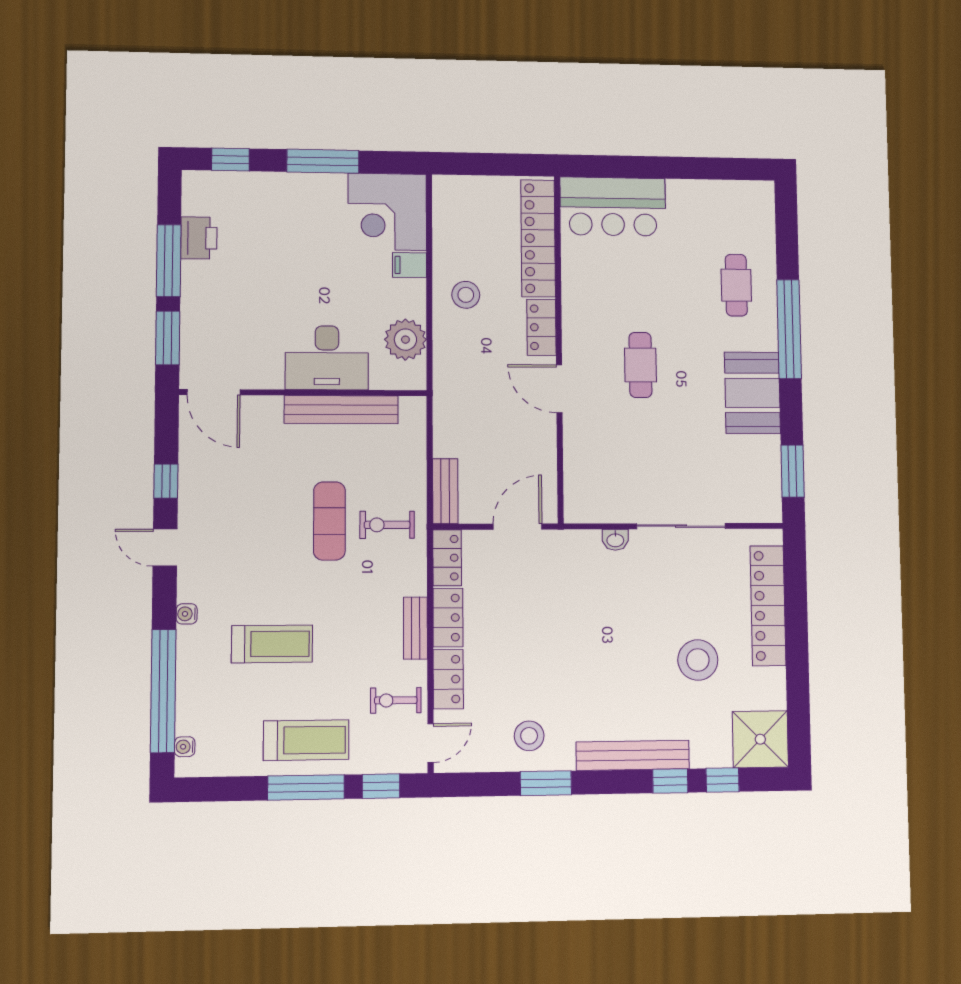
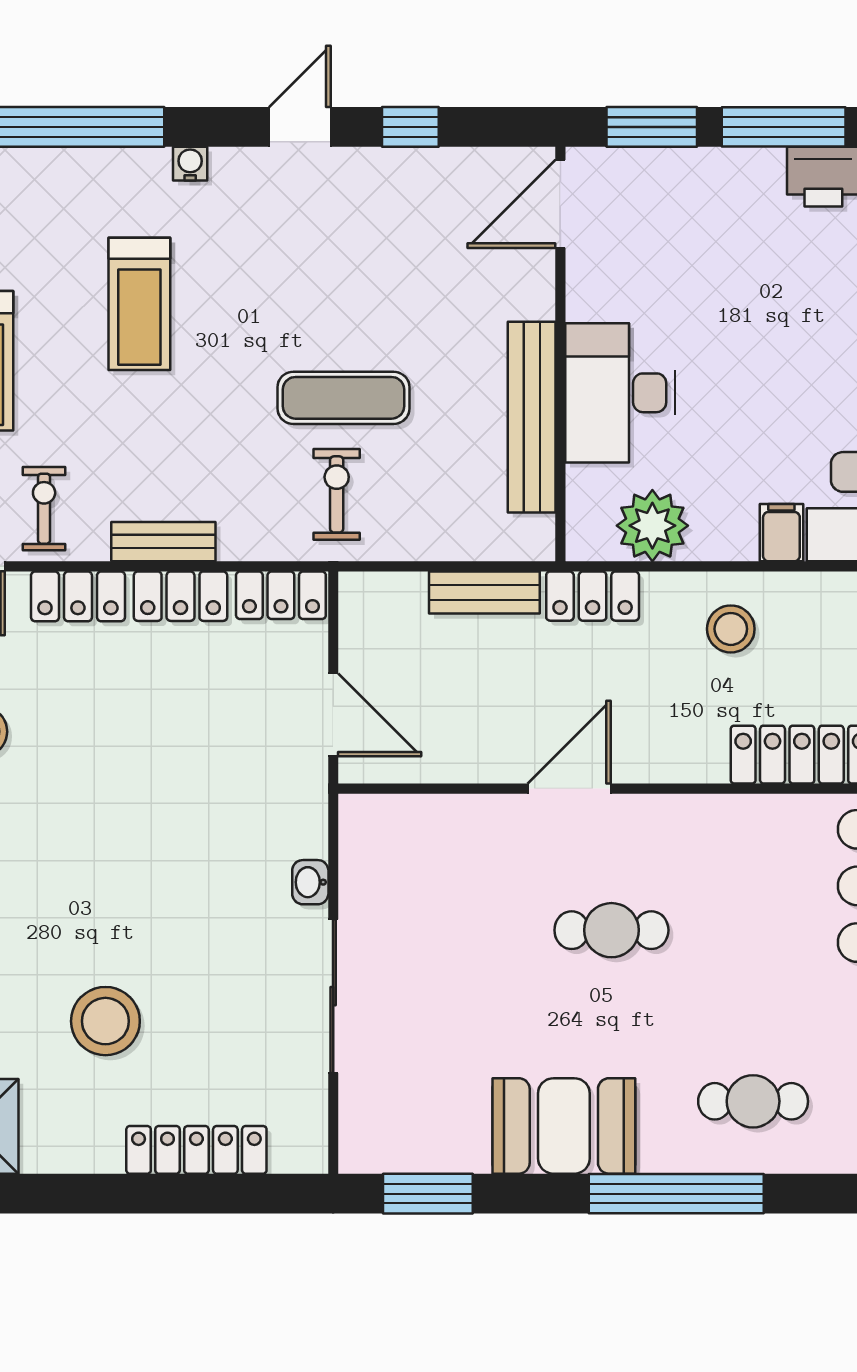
locker: (541, 327) -> (593, 596), moved, turned 180
bench: (445, 491) -> (484, 592), moved
locker: (768, 606) -> (196, 1150), width x0.71, depth x0.83

